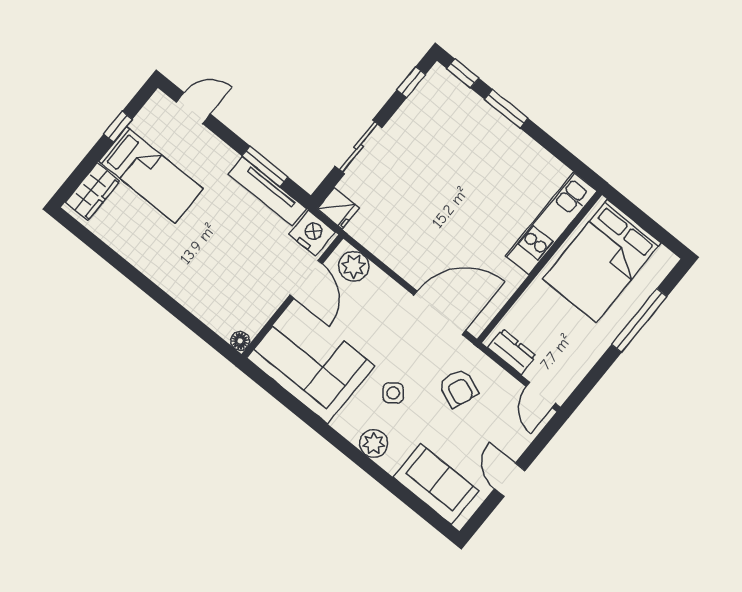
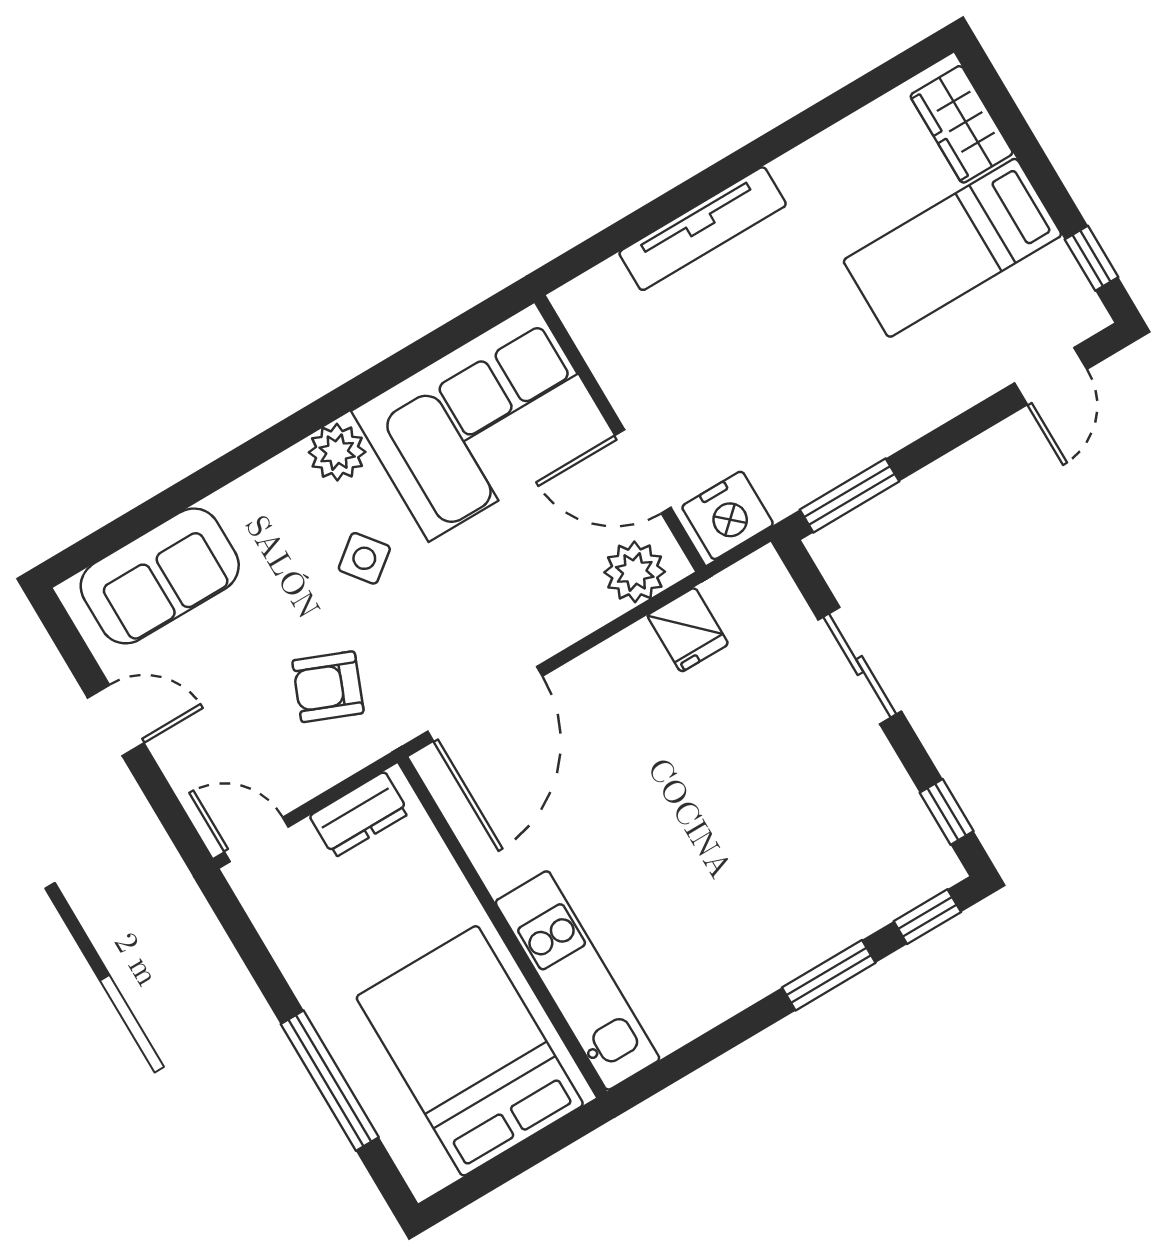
window: (118, 127) -> (1092, 258), moved
window: (265, 166) -> (850, 495), moved
tv unit: (267, 191) -> (703, 229), moved, turned 180
fridge: (338, 208) -> (688, 630), moved, turned -90
floor lamp: (240, 341) -> (572, 302), removed
plant: (374, 444) -> (337, 452), moved

